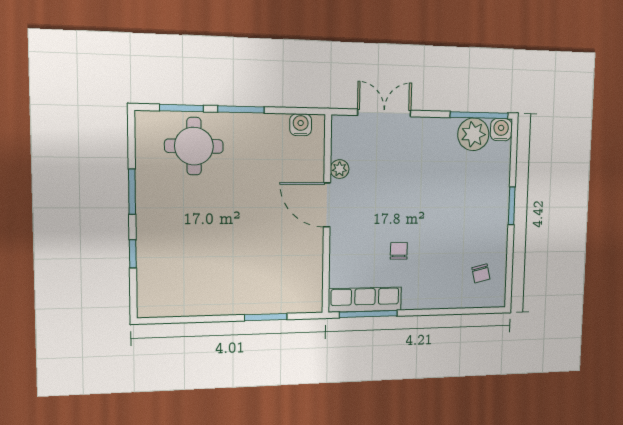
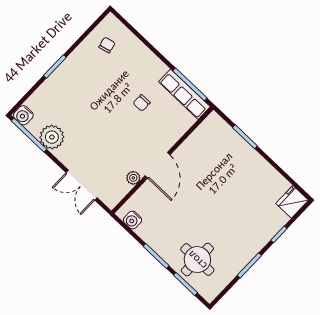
plant: (473, 134) -> (52, 137), moved
fridge: (152, 300) -> (292, 202), added

